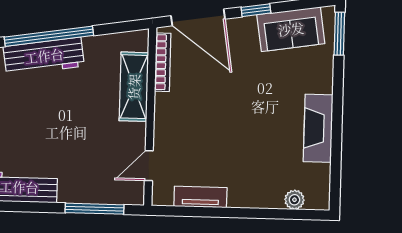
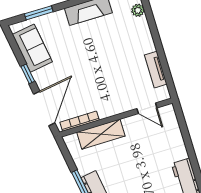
window: (339, 34) -> (39, 13), moved
window: (94, 209) -> (185, 133), removed

